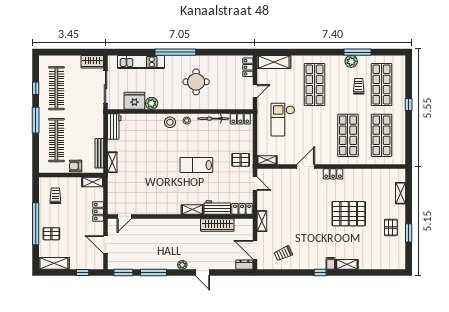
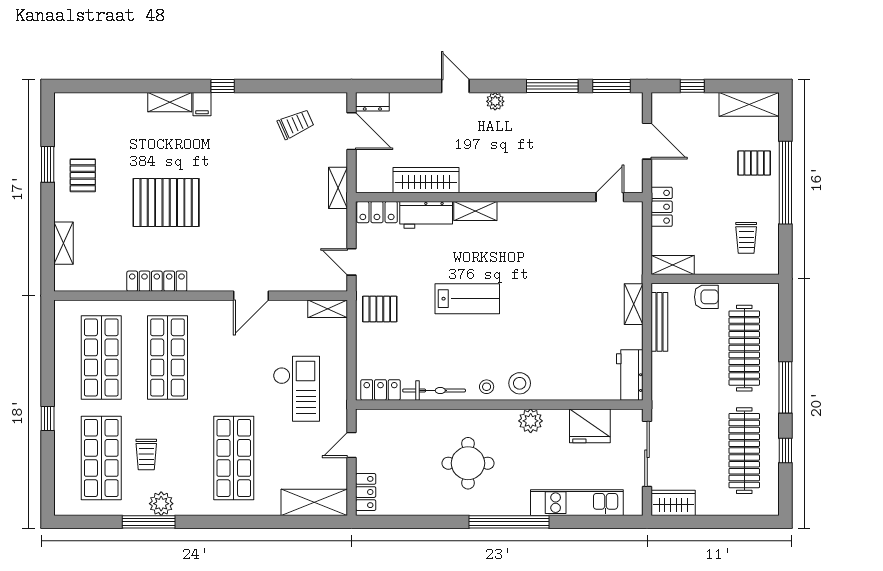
plant: (152, 103) -> (531, 421), moved
locker: (333, 174) -> (157, 281), moved, width x1.53

